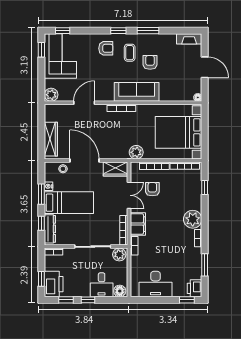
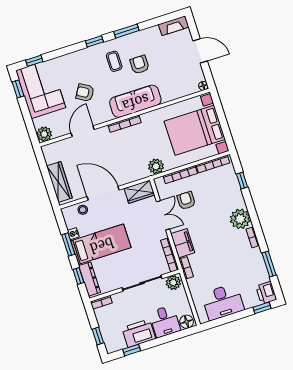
armchair: (106, 48) -> (85, 93), moved, turned -149
printer: (54, 284) -> (139, 333), moved, turned -90
window: (88, 300) -> (155, 342), removed

